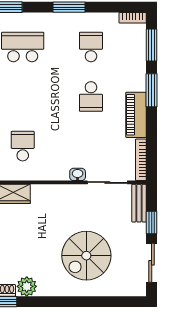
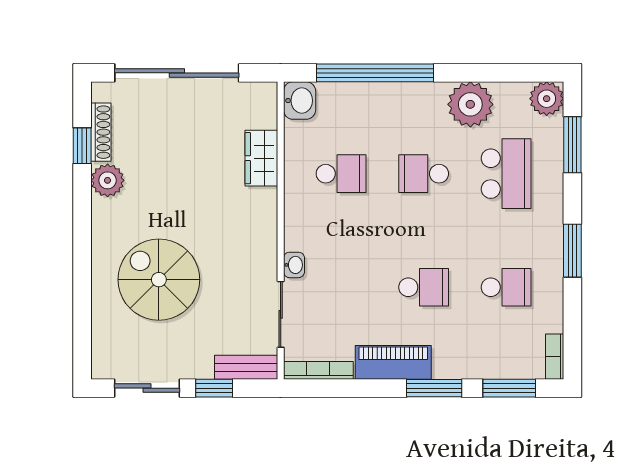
school desk: (23, 97) -> (424, 174), added
school desk: (91, 97) -> (424, 287), turned 180

